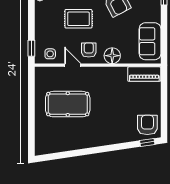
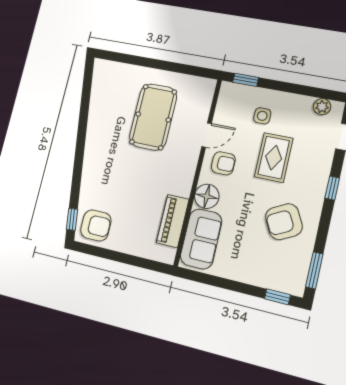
sofa: (150, 41) -> (201, 239), moved, turned 90
side table: (50, 54) -> (262, 116), moved
piano: (144, 74) -> (173, 221), moved

